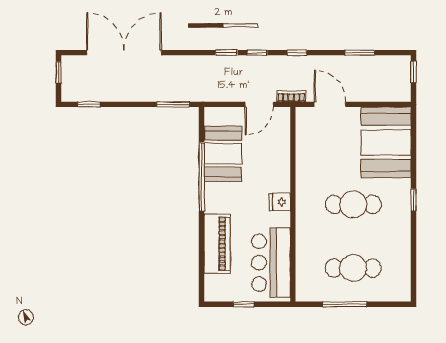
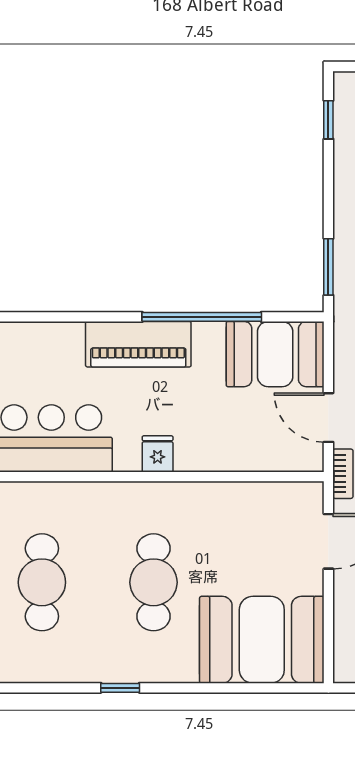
booth: (223, 154) -> (275, 354), moved
window: (414, 200) -> (120, 688), moved
piano: (217, 244) -> (138, 344), moved

